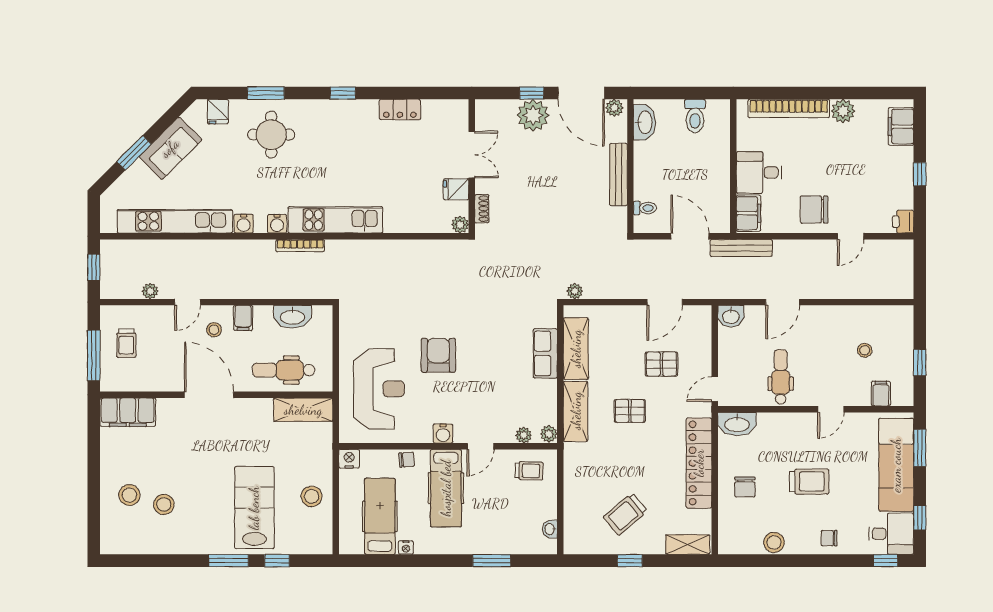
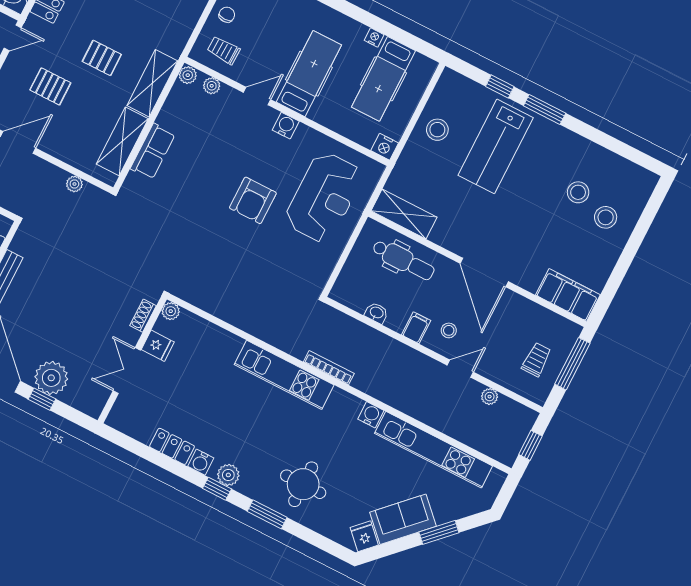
window: (266, 93) -> (267, 514), moved
plant: (339, 110) -> (228, 475), added
fridge: (218, 112) -> (364, 536), moved, turned -45
water cooler: (277, 224) -> (201, 462), moved, turned 180
plant: (575, 291) -> (74, 184), moved
washbasin: (292, 317) -> (376, 313), width x0.52, depth x0.69
reception desk: (379, 389) -> (324, 197), turned 180
chair: (407, 460) -> (227, 15), moved, turned 94

